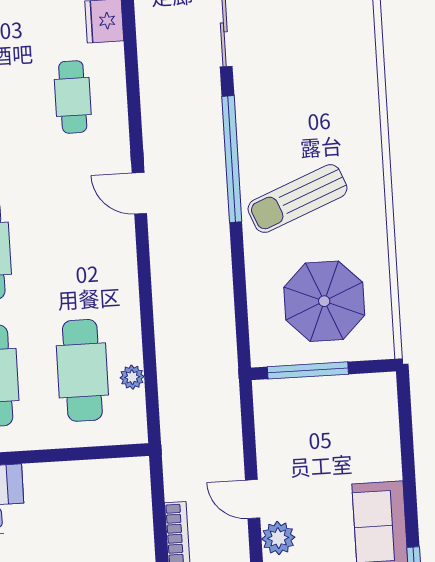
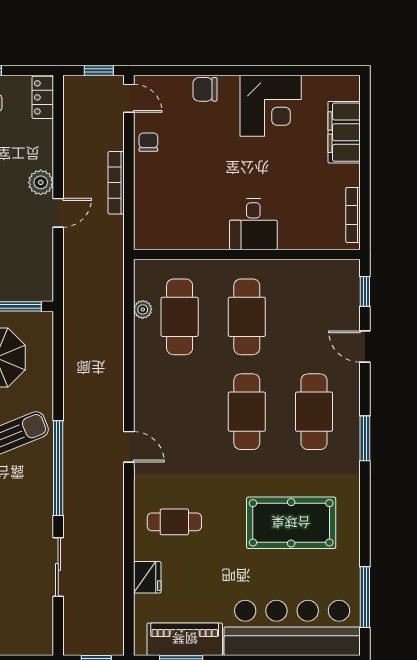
cafe table: (73, 97) -> (174, 522), turned 90
door: (253, 499) -> (58, 213), hinge flipped

